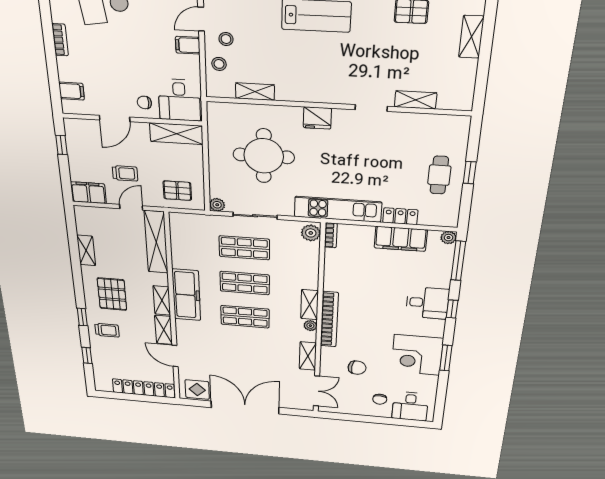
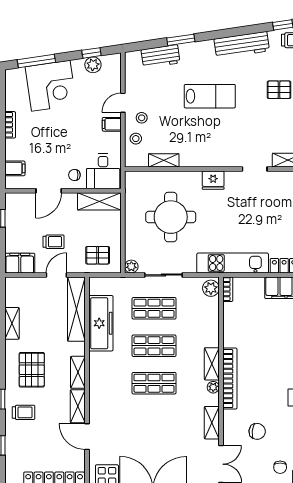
freezer: (186, 295) -> (101, 323), moved

